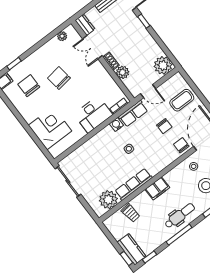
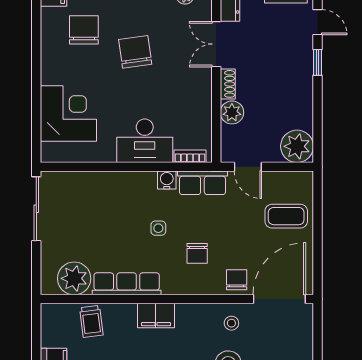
chair: (164, 126) -> (197, 253), moved

